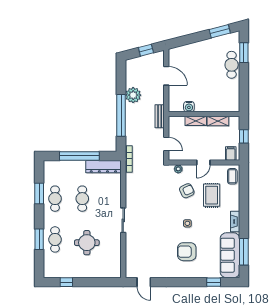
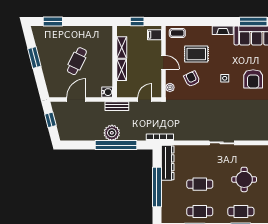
window: (220, 31) -> (34, 58), moved
cafe table: (232, 65) -> (77, 61), moved, turned -64
plant: (133, 95) -> (112, 133), moved
water cooler: (189, 107) -> (107, 92), moved

